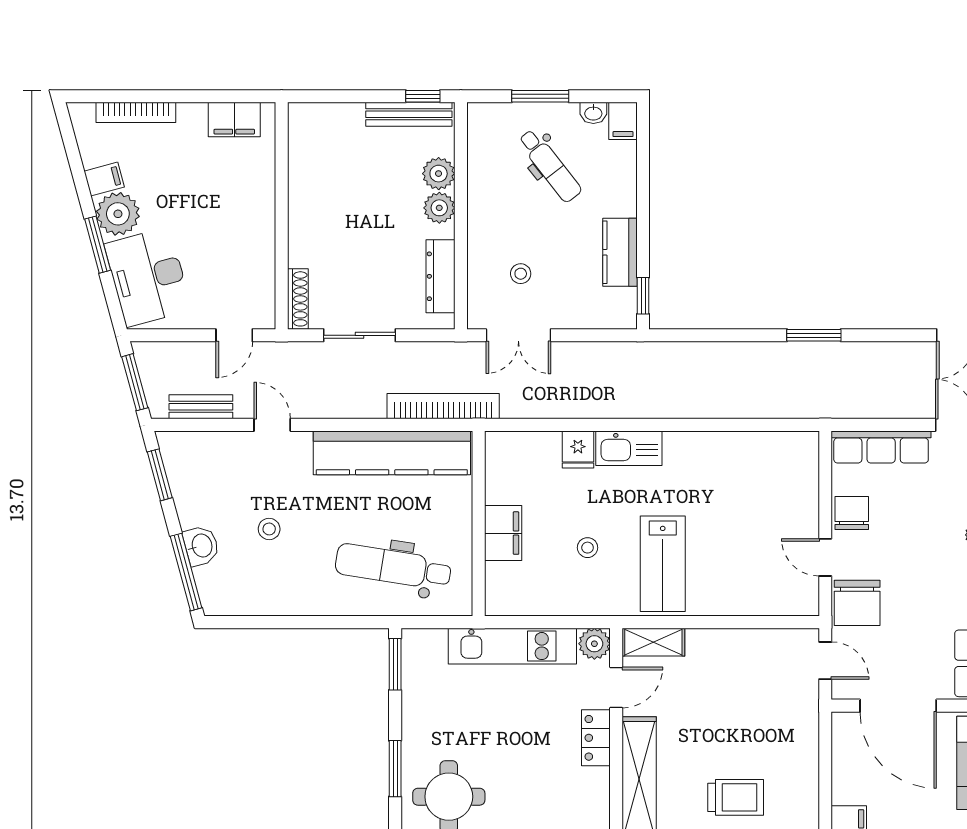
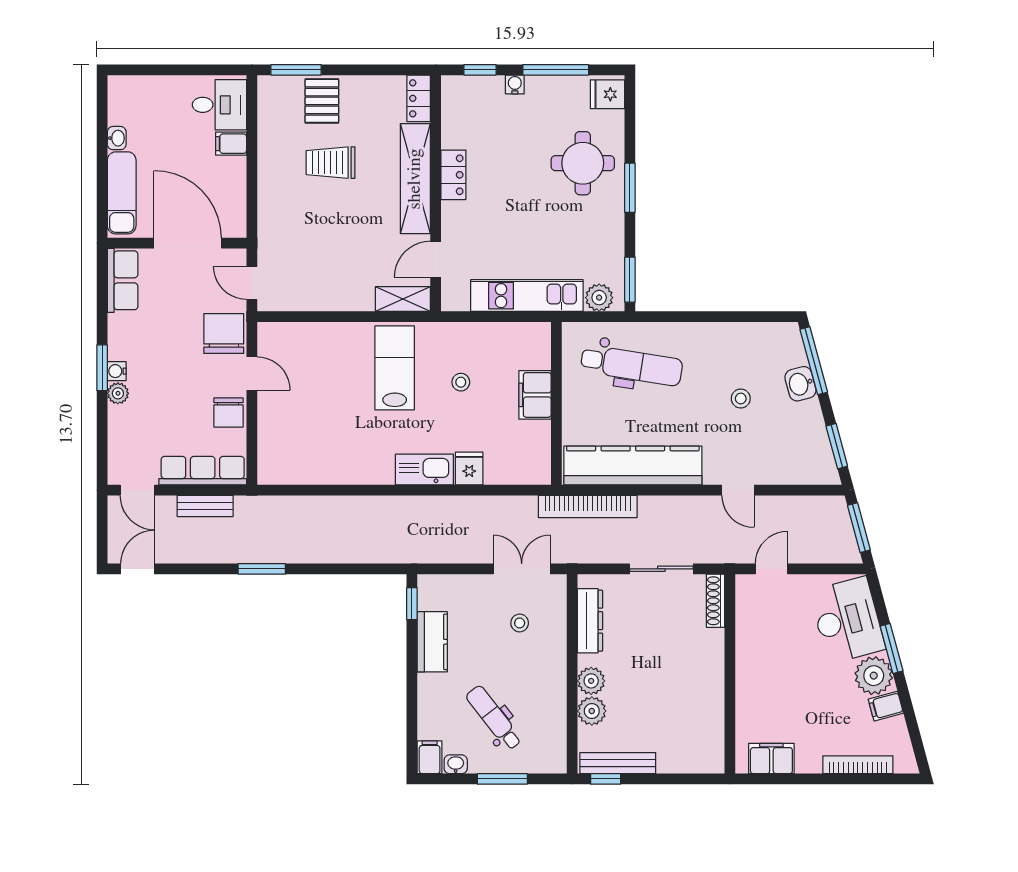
bench: (201, 407) -> (205, 506), moved
plant: (594, 644) -> (599, 298), moved
locker: (596, 738) -> (453, 175), moved

